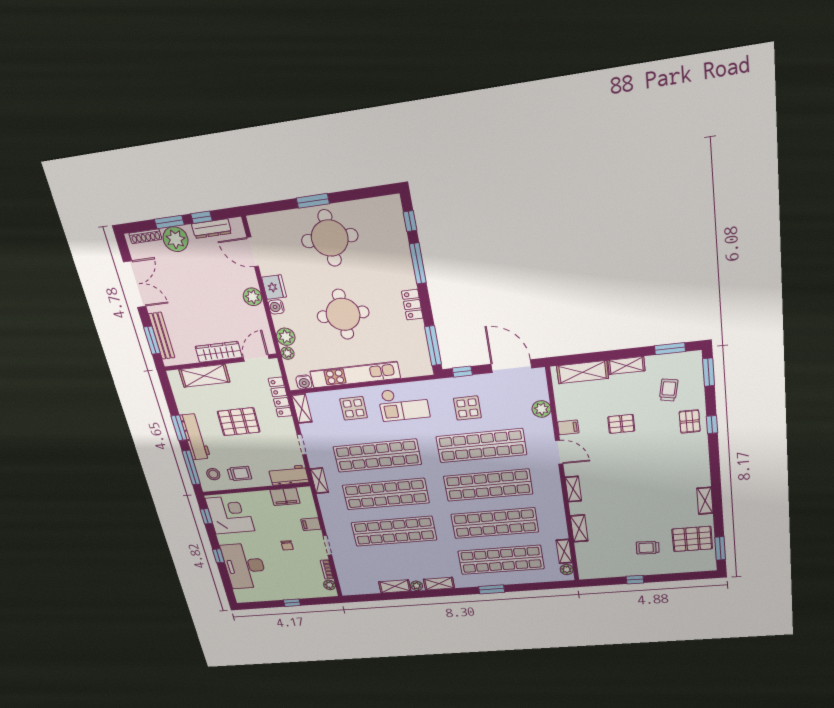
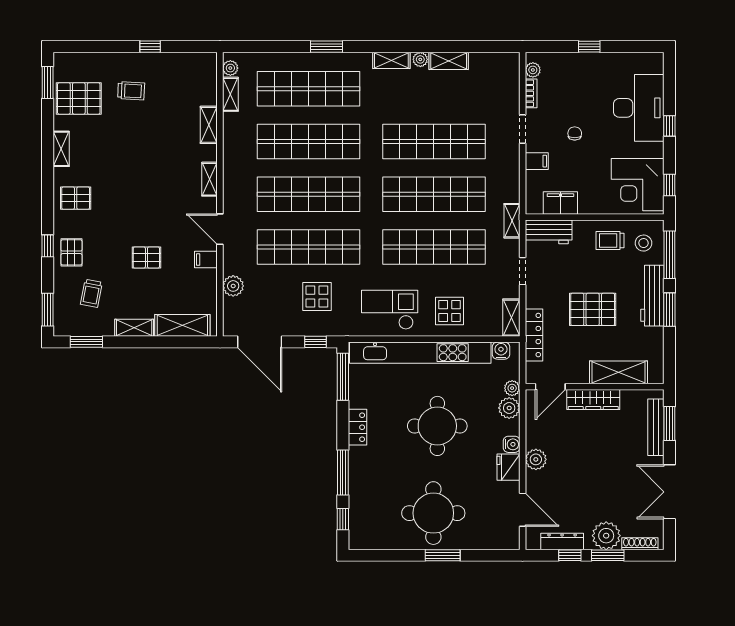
kitchen unit: (355, 375) -> (420, 353), width x1.36
pallet: (689, 464) -> (76, 198), added

